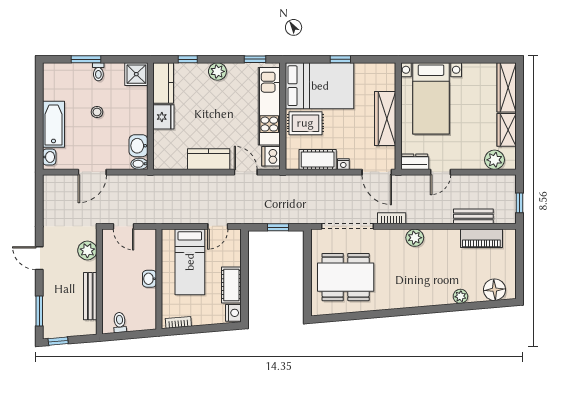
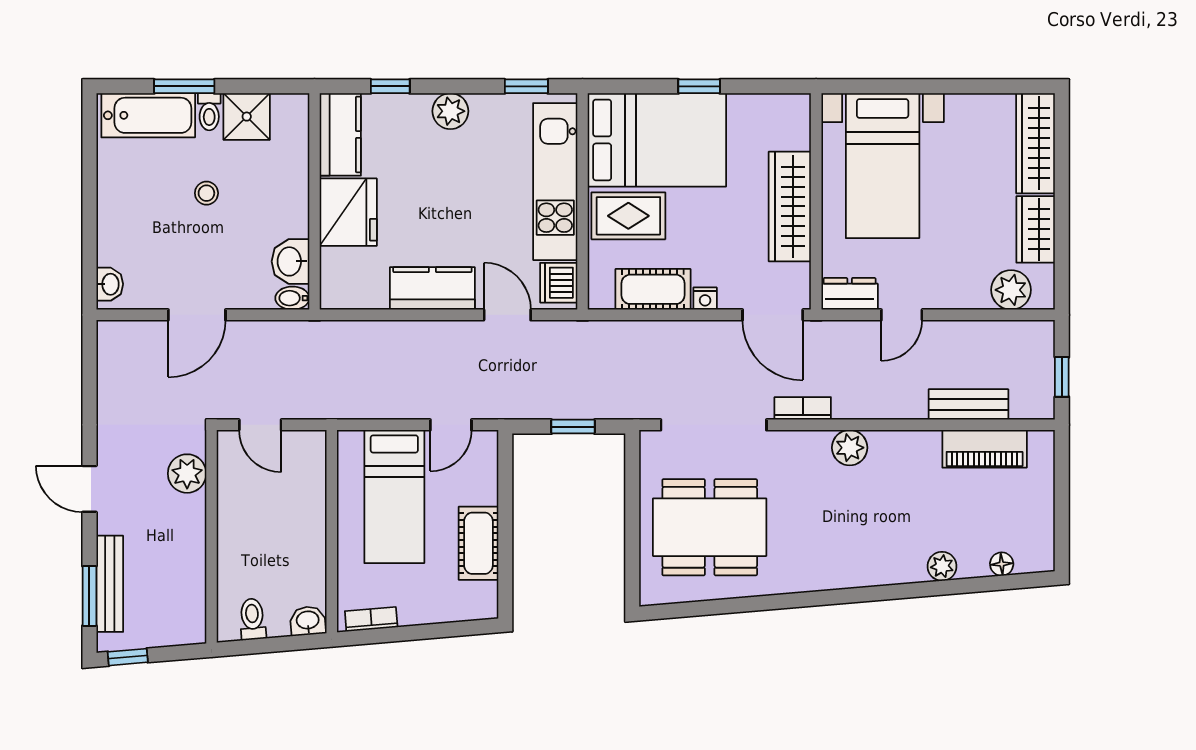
shower: (136, 74) -> (247, 117), moved
fridge: (163, 117) -> (348, 212), width x1.36, depth x1.34
bathtub: (53, 124) -> (148, 115), moved, turned 90
washbasin: (149, 279) -> (308, 621), moved, turned 85
floor lamp: (494, 290) -> (1002, 564), width x0.53, depth x0.53
bench: (90, 296) -> (110, 584), moved
nightstand: (233, 313) -> (483, 600), removed

